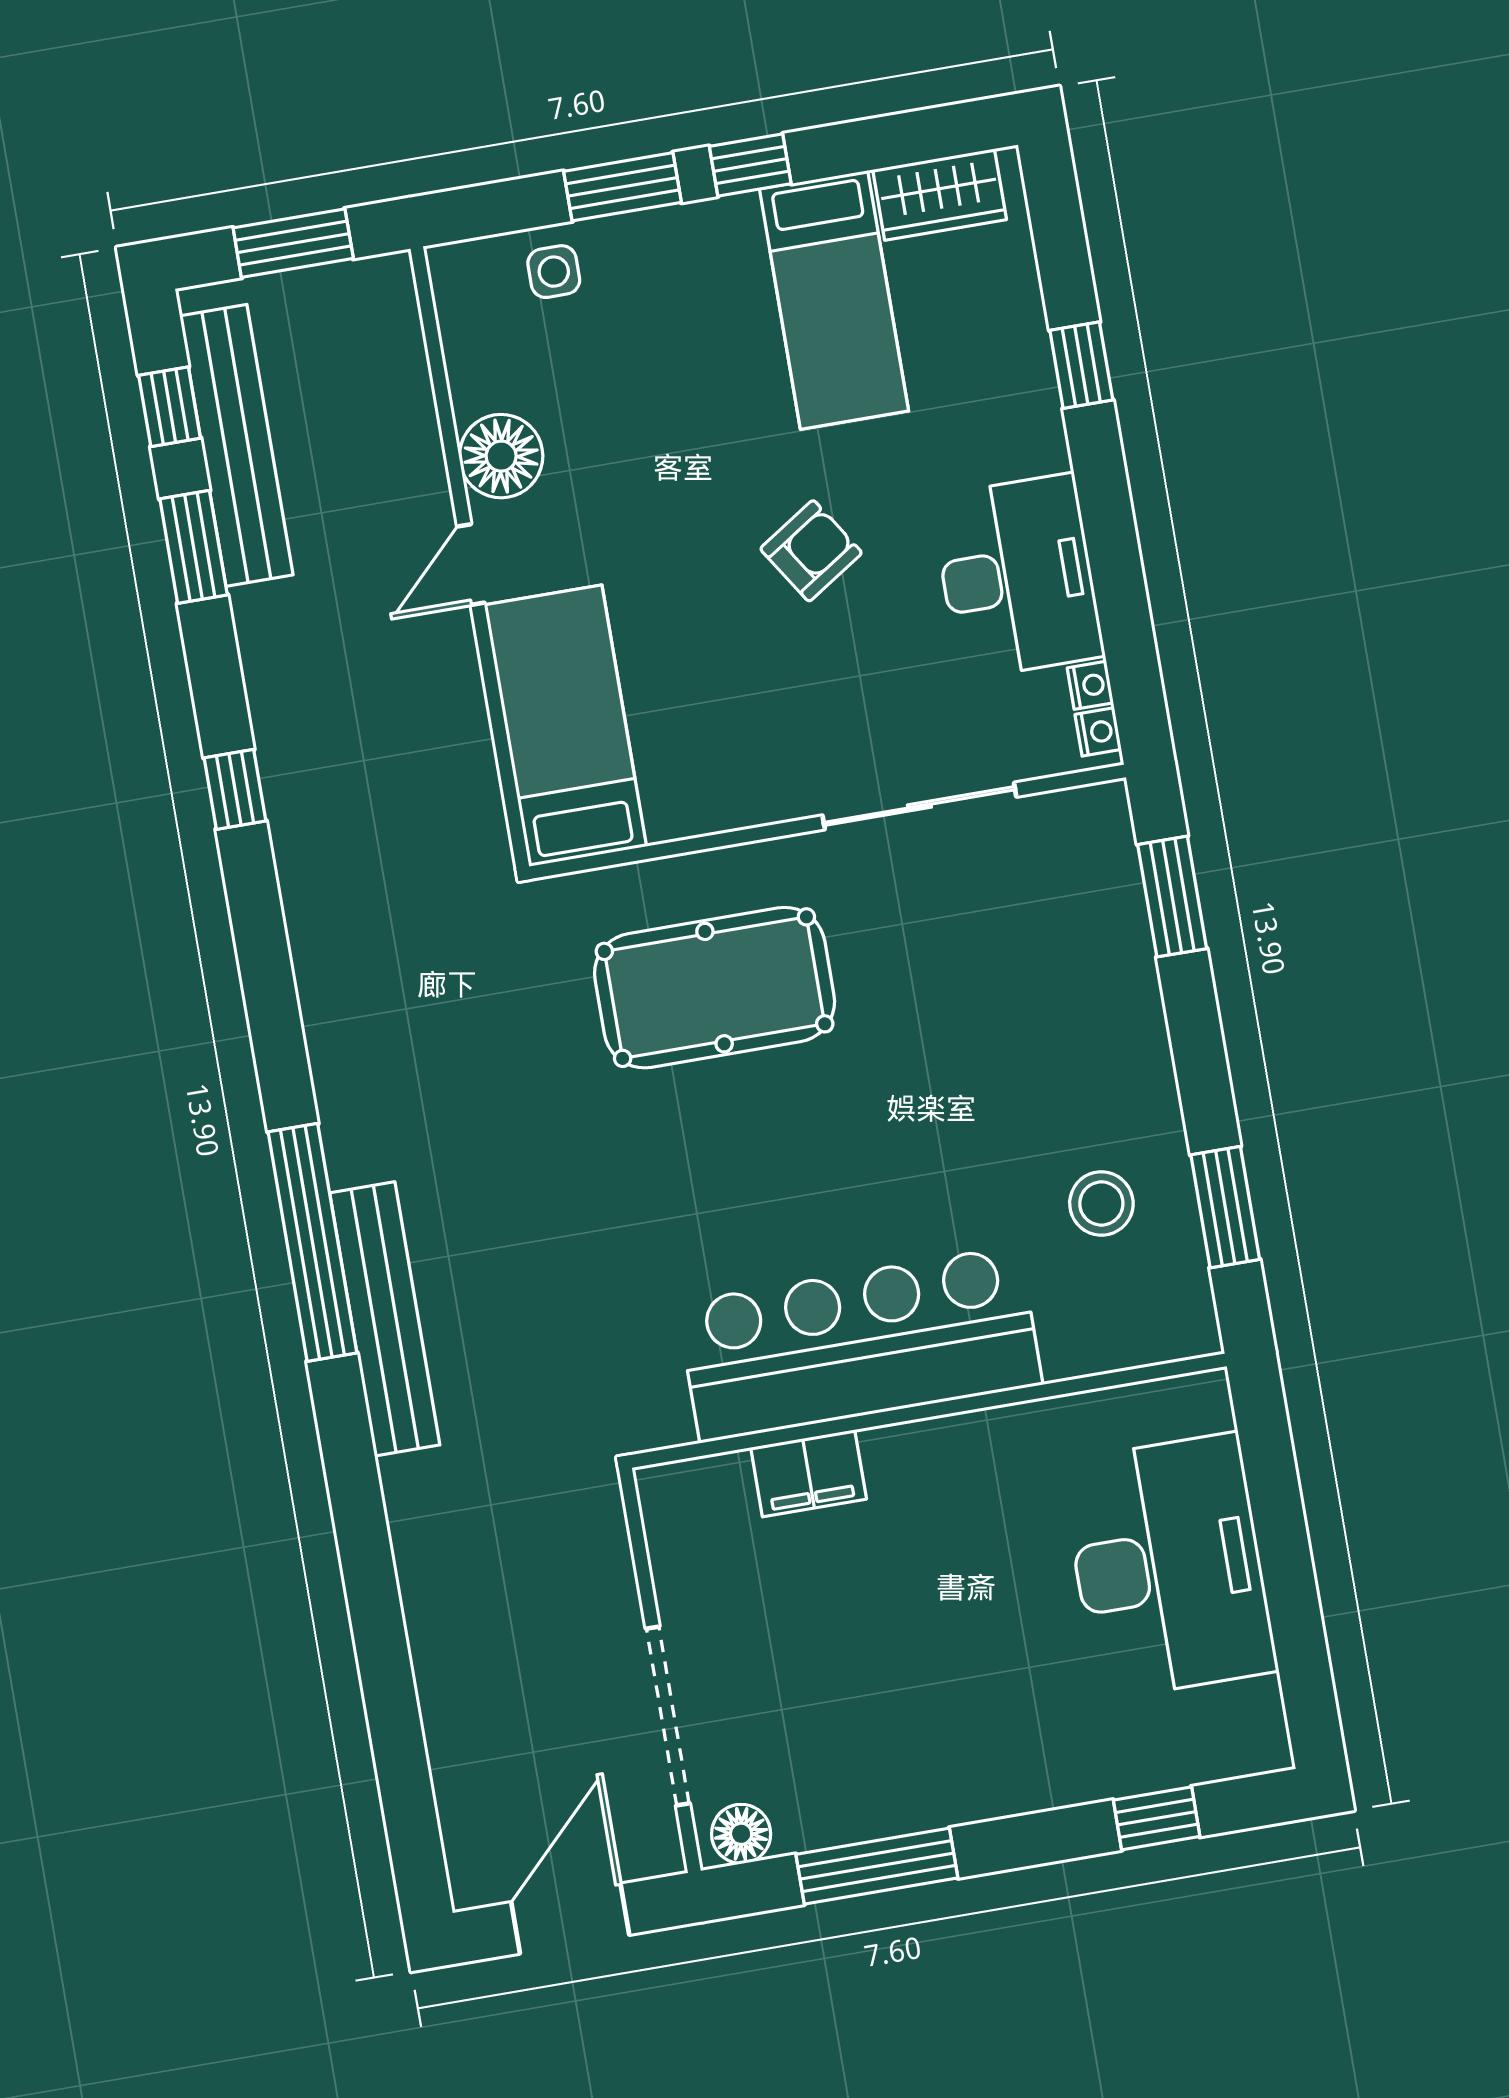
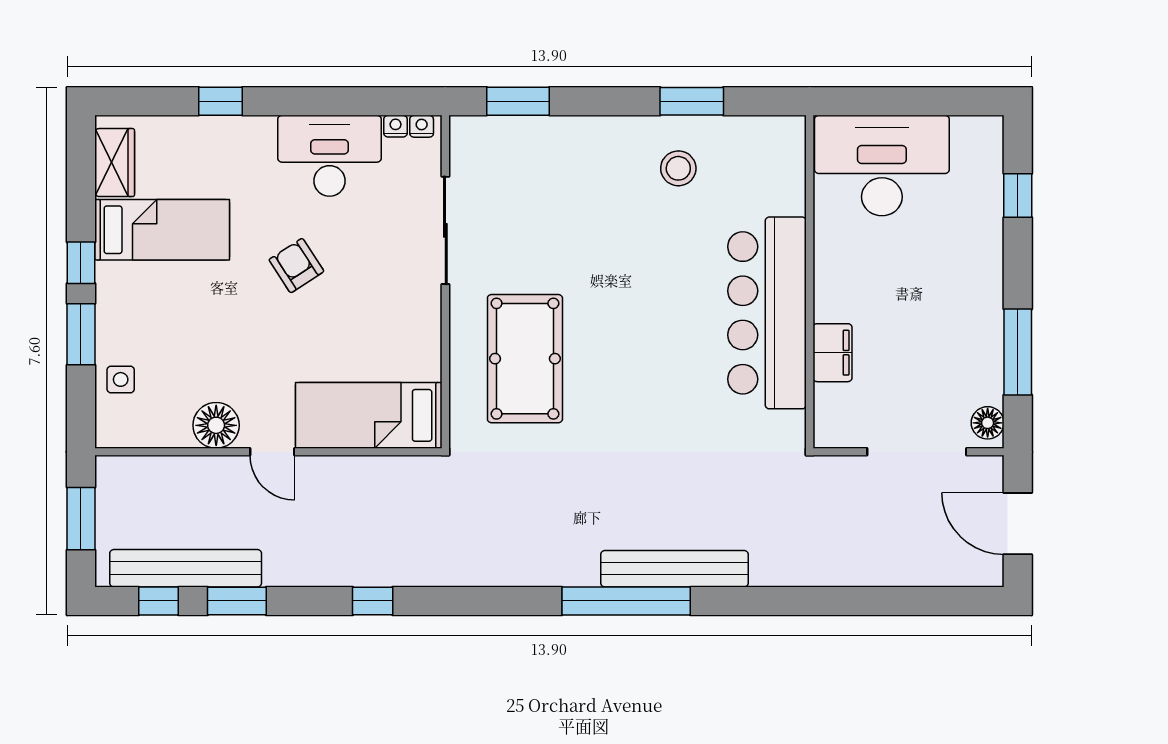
bar counter: (860, 1344) -> (767, 313), moved
wall: (928, 1411) -> (810, 282), moved
filing cabinet: (809, 1473) -> (832, 353), moved

